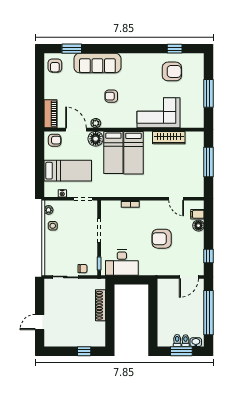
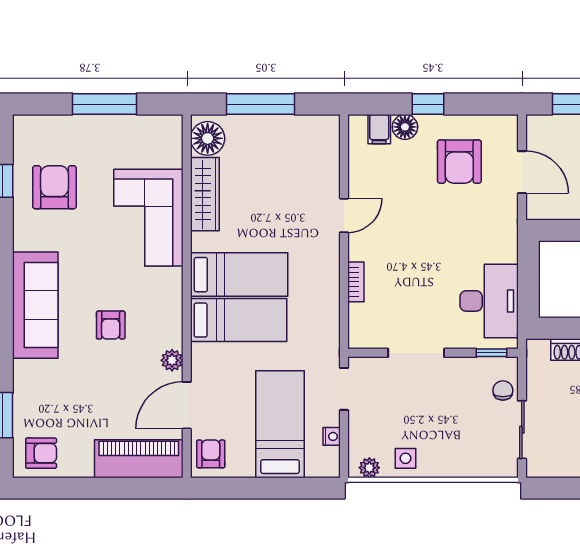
sofa: (97, 63) -> (35, 305), moved
piano: (50, 114) -> (139, 459), width x1.37, depth x1.33
floor lamp: (96, 139) -> (208, 138), moved
door: (176, 199) -> (344, 215), moved
armchair: (162, 239) -> (459, 162), moved
window: (208, 256) -> (428, 104), moved
door: (189, 277) -> (522, 172), moved

